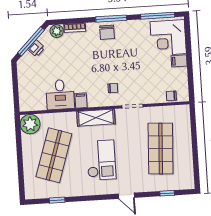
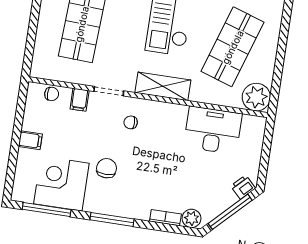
chair: (107, 32) -> (106, 168), moved
corner desk: (168, 38) -> (61, 183), moved, turned -90
printer: (36, 48) -> (243, 187), moved
desk: (60, 95) -> (213, 130), width x1.37
filing cabinet: (81, 100) -> (80, 100), moved

